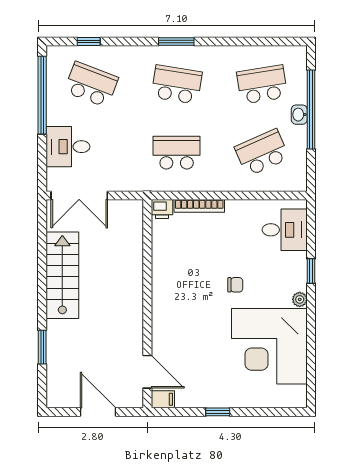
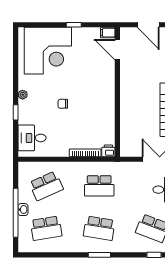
corner desk: (269, 346) -> (48, 51), moved, turned 90

